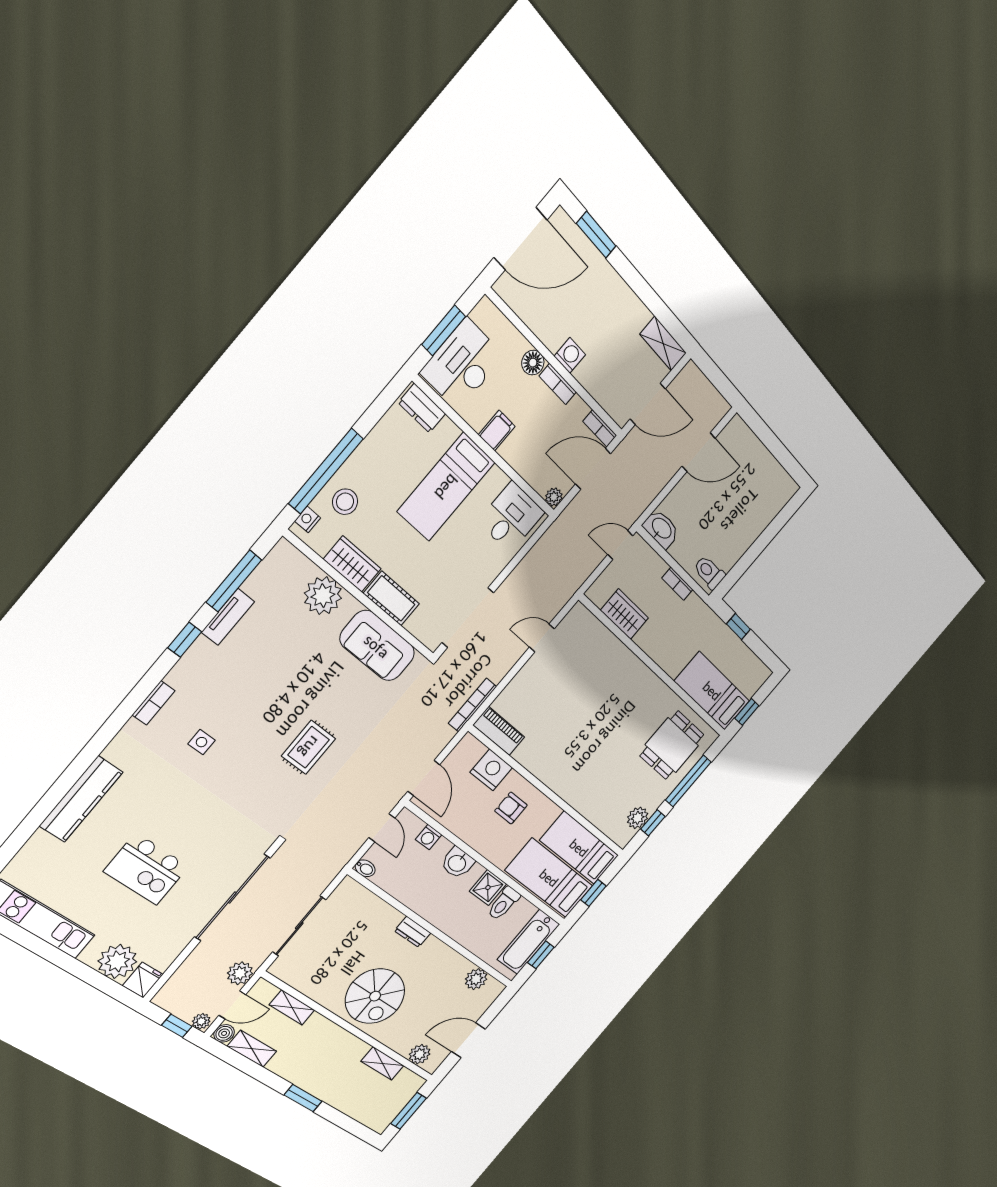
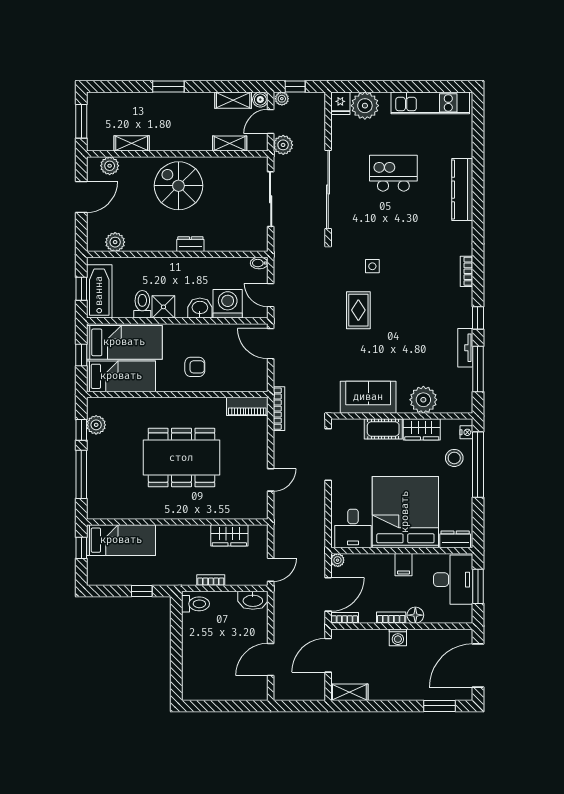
bed: (446, 487) -> (405, 512), width x2.04
side table: (201, 742) -> (372, 266), moved
dining table: (672, 745) -> (181, 458), moved, width x1.88, depth x1.24
nightstand: (491, 770) -> (230, 380), removed
washing machine: (429, 837) -> (228, 304), width x1.89, depth x1.89

